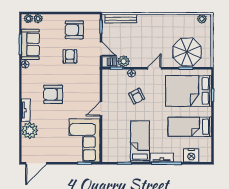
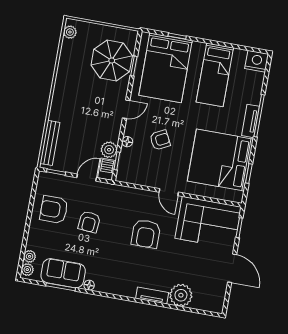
armchair: (74, 30) -> (54, 210), turned 90
armchair: (70, 56) -> (89, 222), turned -85
door: (154, 68) -> (126, 109), swing flipped
armchair: (53, 94) -> (146, 234), moved
bed: (140, 141) -> (220, 160), width x2.04
nightstand: (191, 155) -> (257, 61), moved, turned -90
door: (36, 163) -> (232, 268), moved

